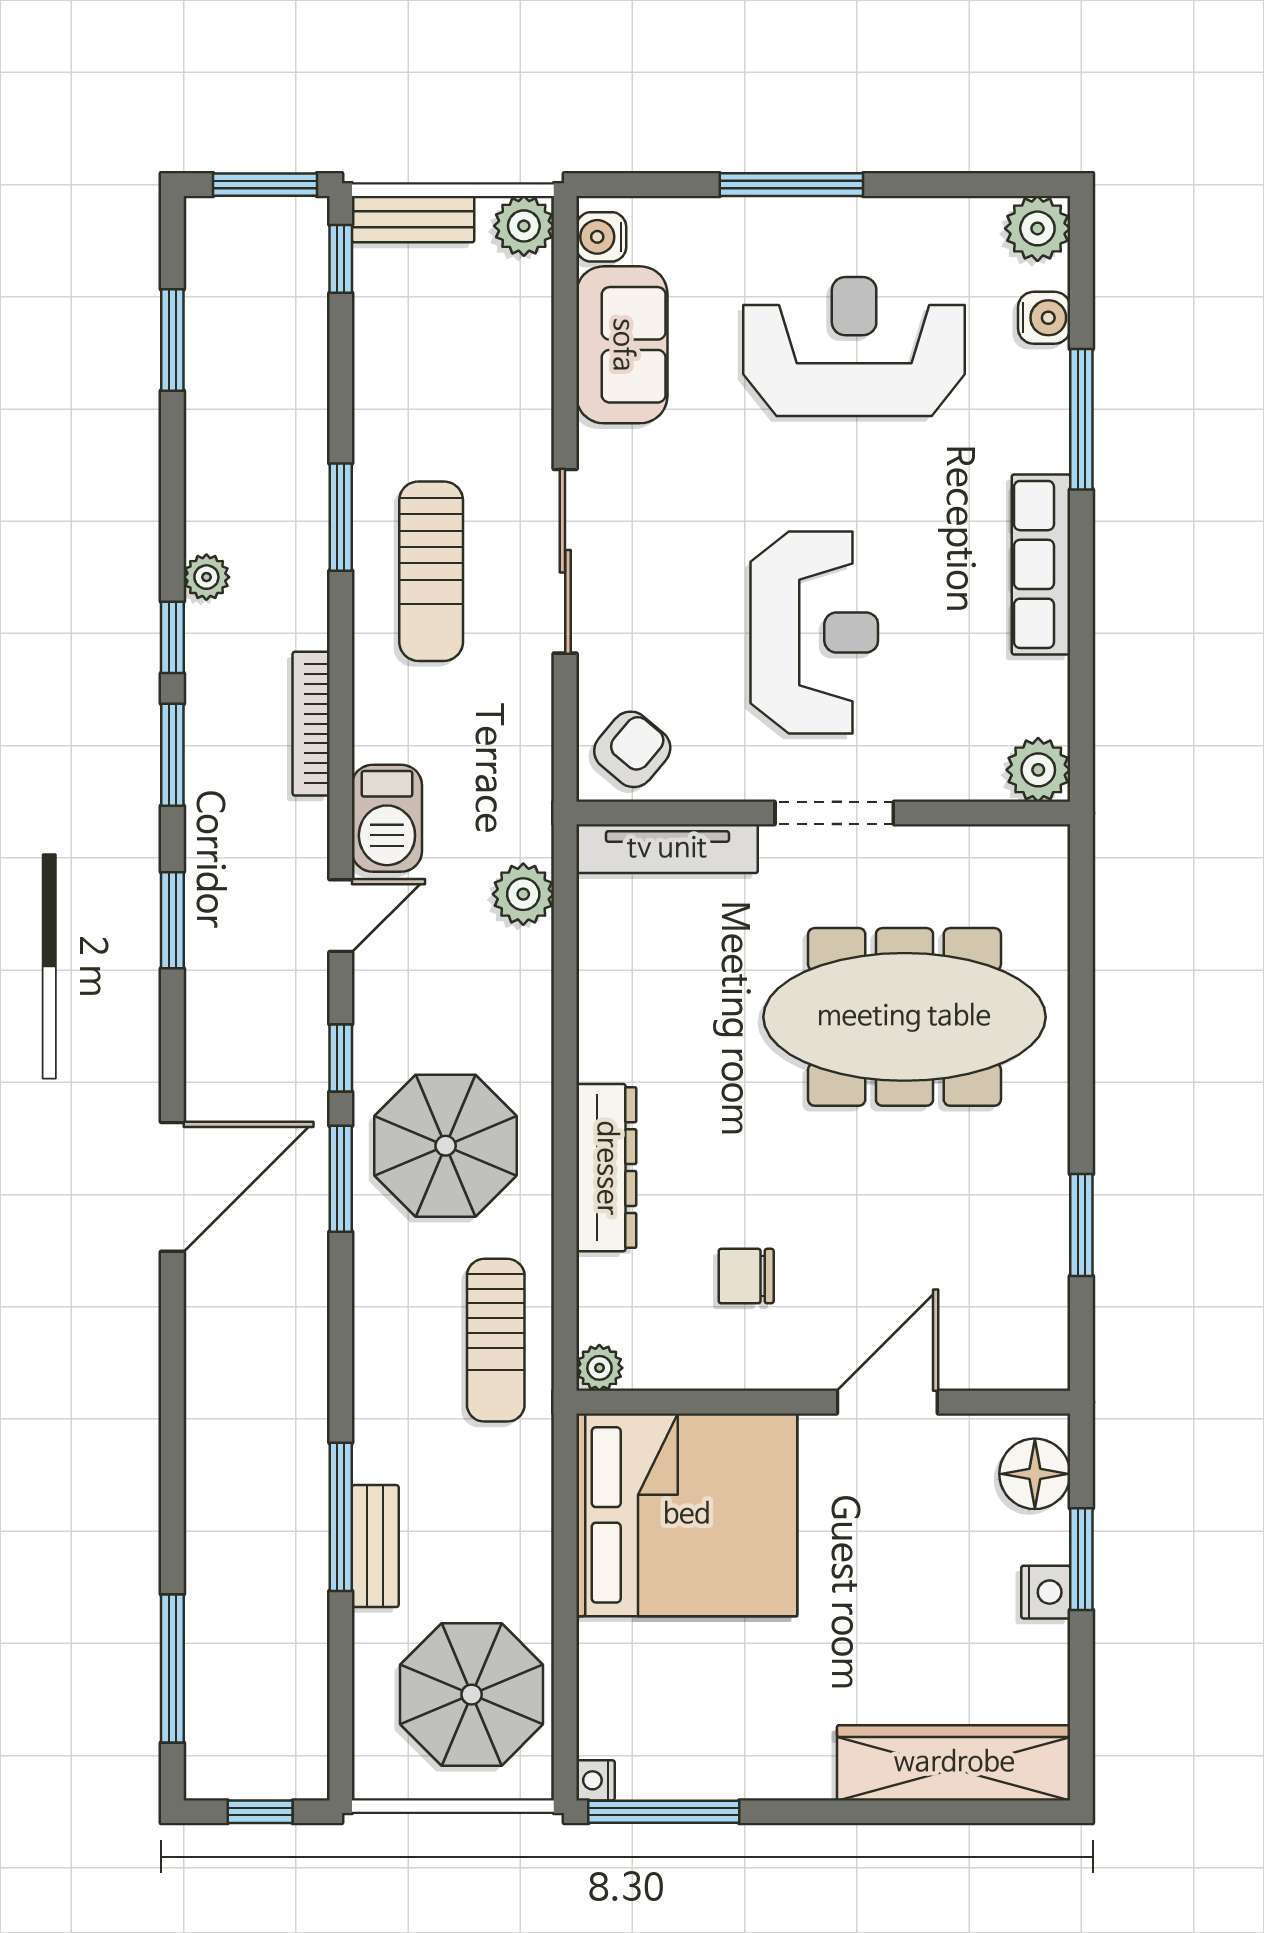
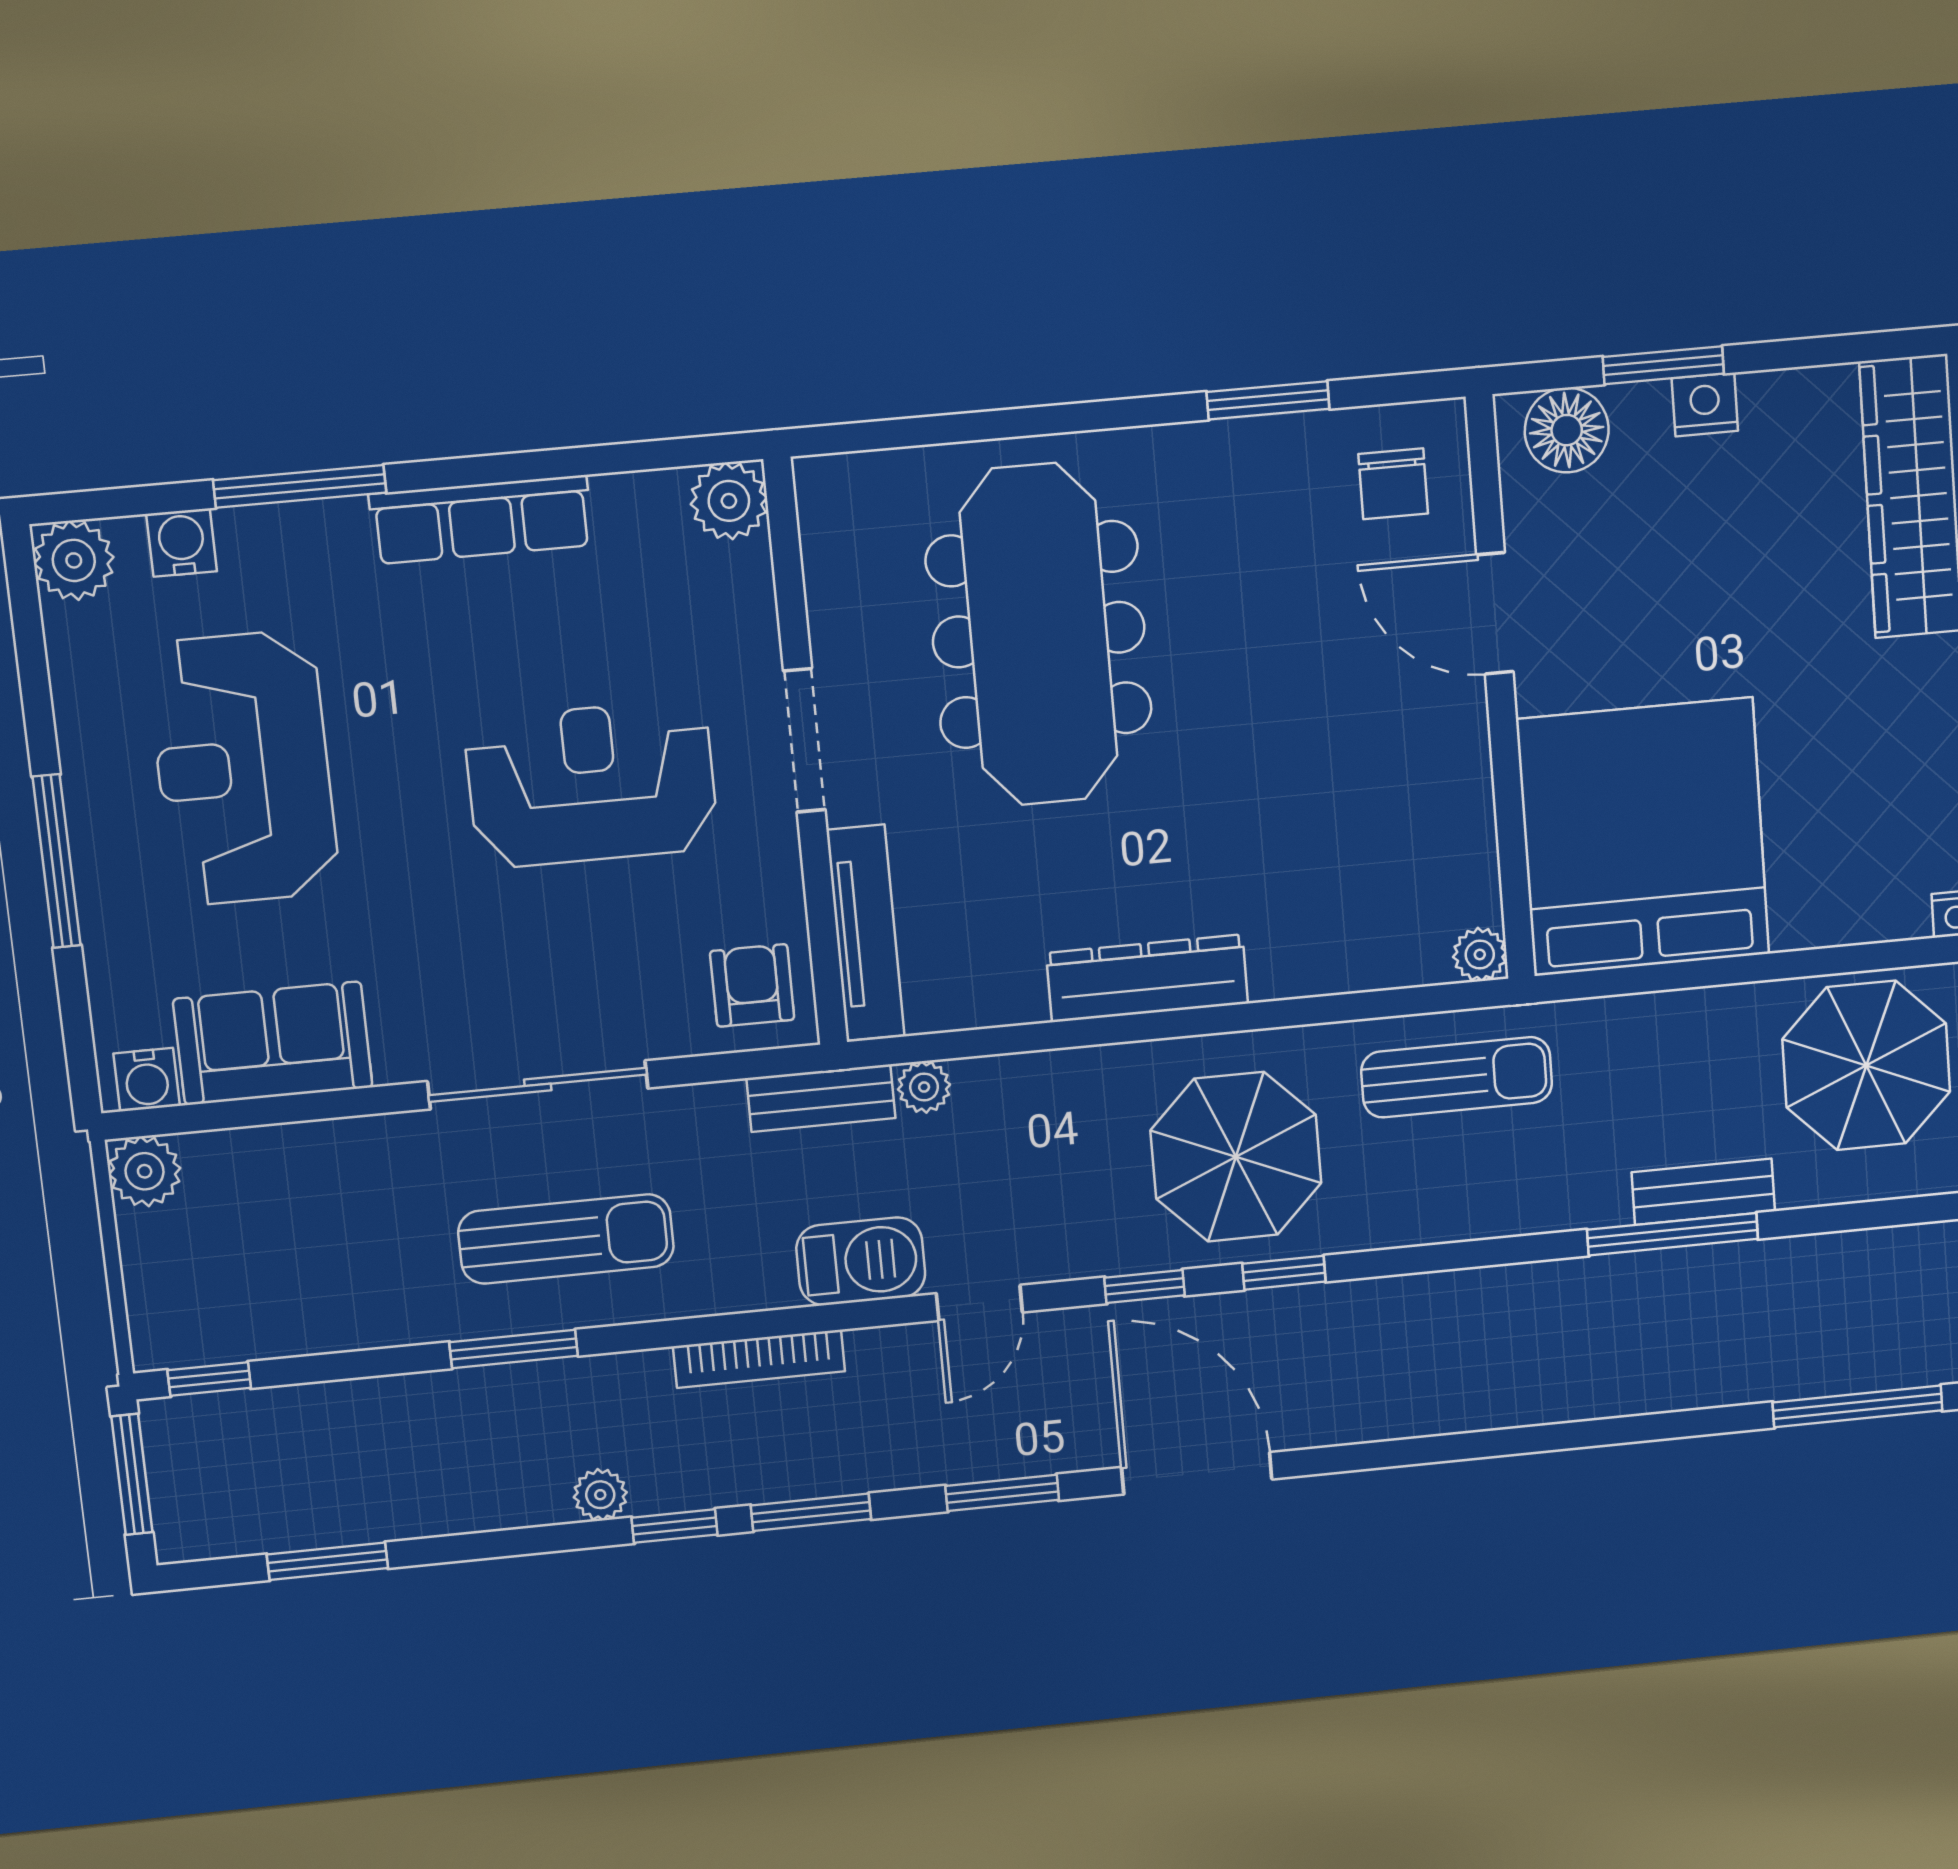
bench: (413, 219) -> (821, 1098), moved, turned 90
armchair: (632, 749) -> (752, 985), turned 50
plant: (523, 894) -> (924, 1087), width x0.73, depth x0.73
door: (341, 916) -> (979, 1303), swing flipped
dresser: (606, 1168) -> (1147, 978), moved
window: (341, 1179) -> (1284, 1273), width x0.67
door: (172, 1187) -> (1197, 1473), moved
chair: (746, 1276) -> (1393, 484), moved

